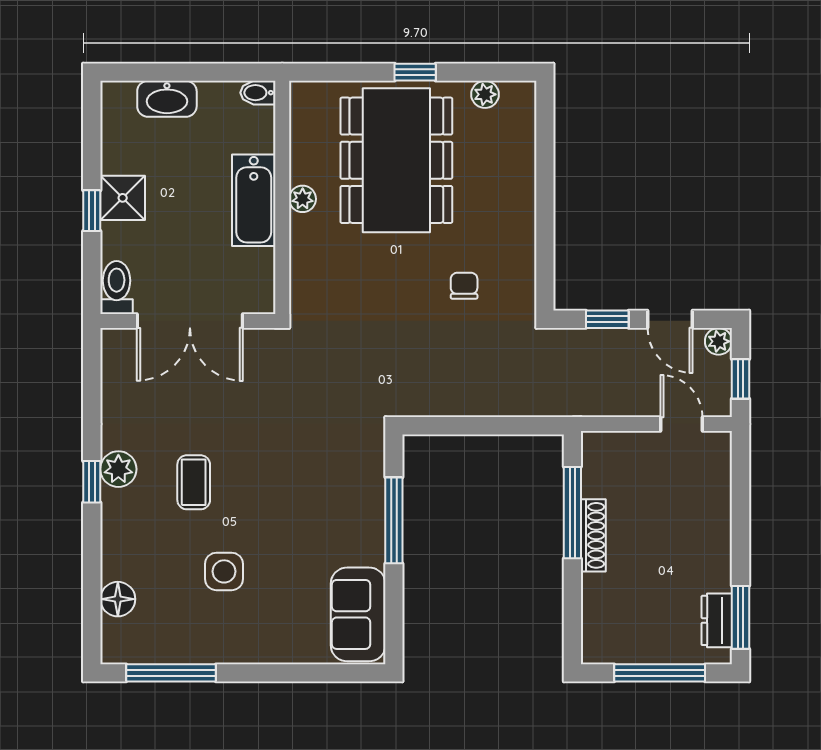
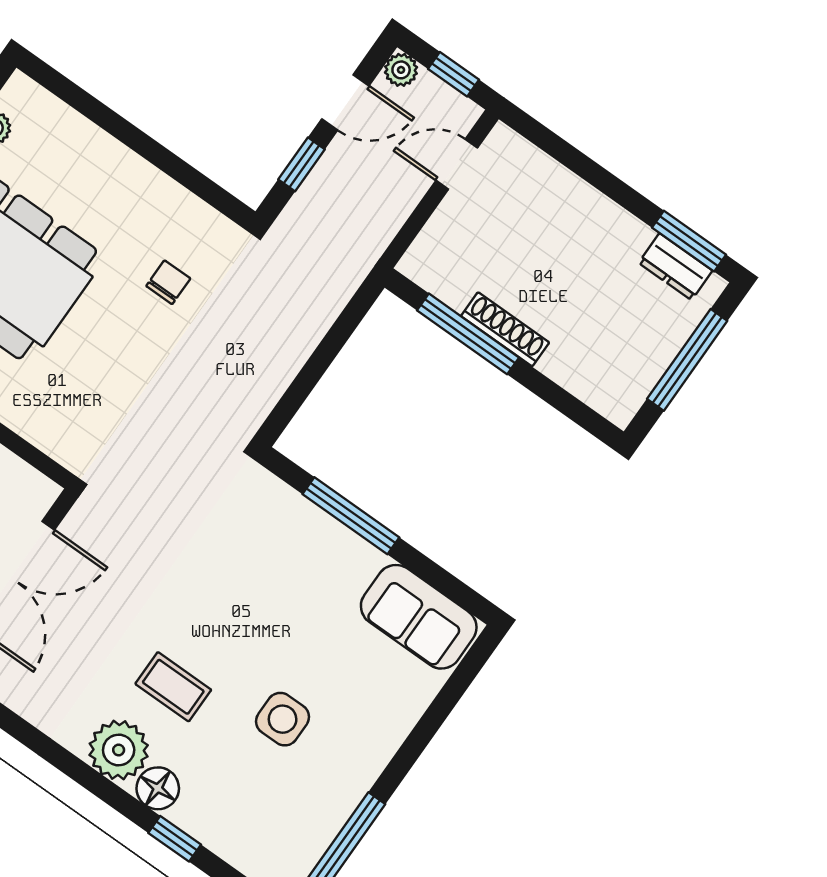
chair: (464, 286) -> (168, 282), turned 90
plant: (118, 469) -> (119, 750), width x1.36, depth x1.36
window: (92, 482) -> (175, 839), moved
floor lamp: (118, 599) -> (158, 788), moved

